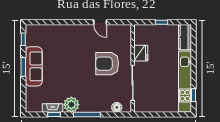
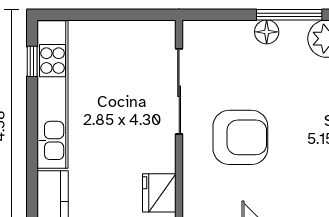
fridge: (141, 53) -> (159, 193), moved
floor lamp: (117, 107) -> (267, 32), moved

